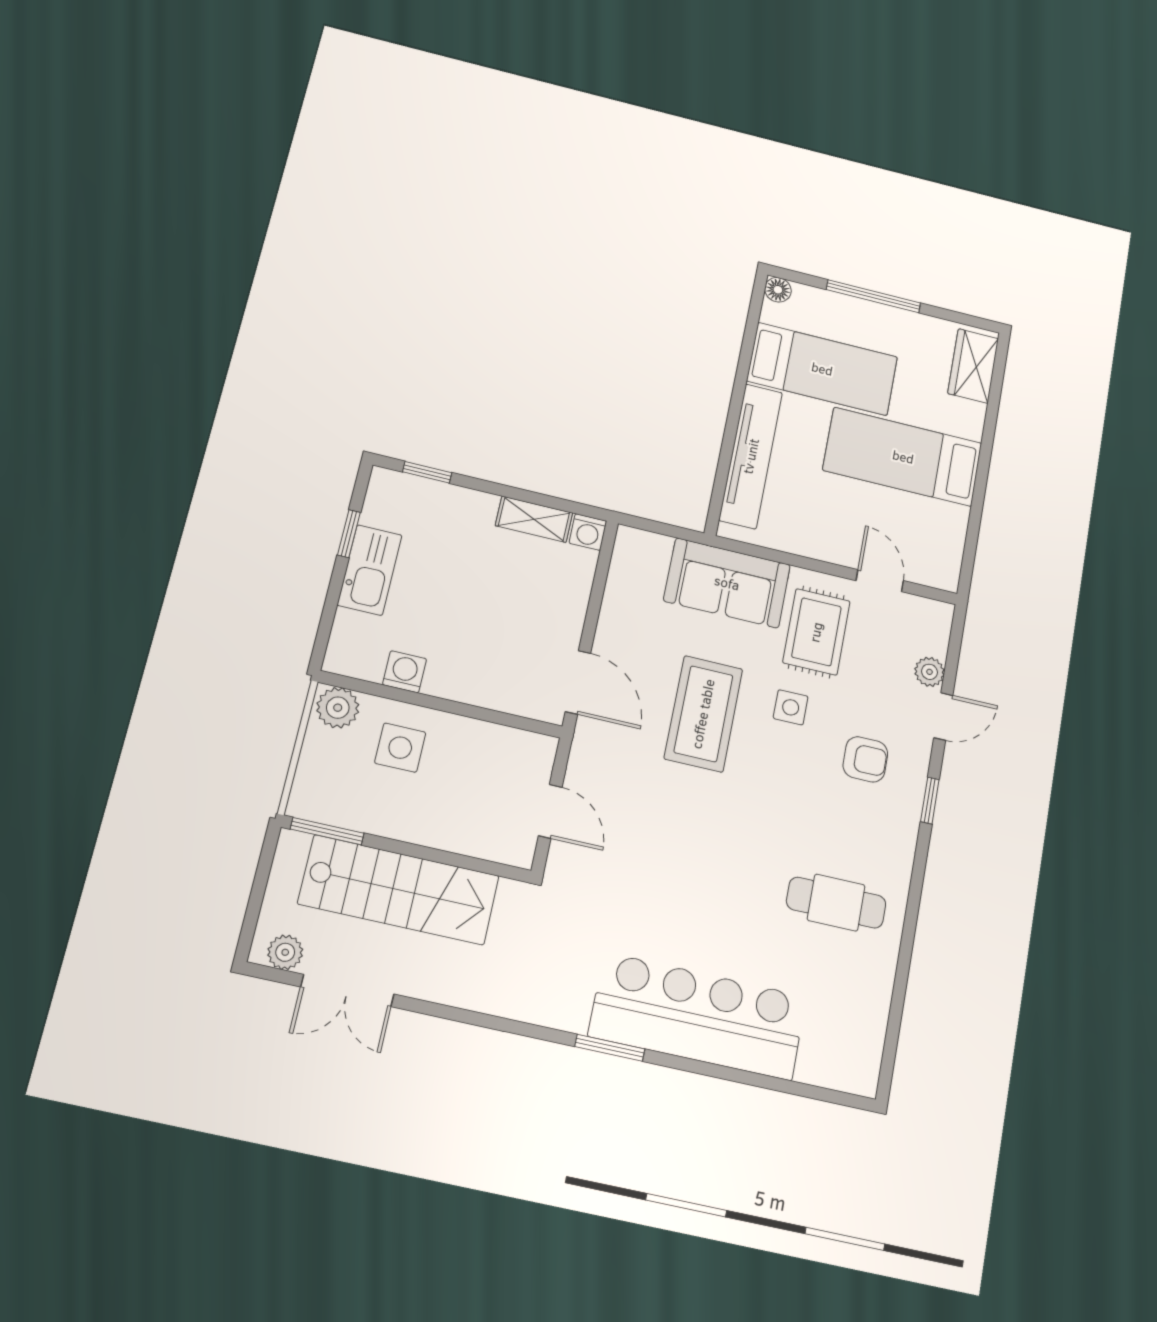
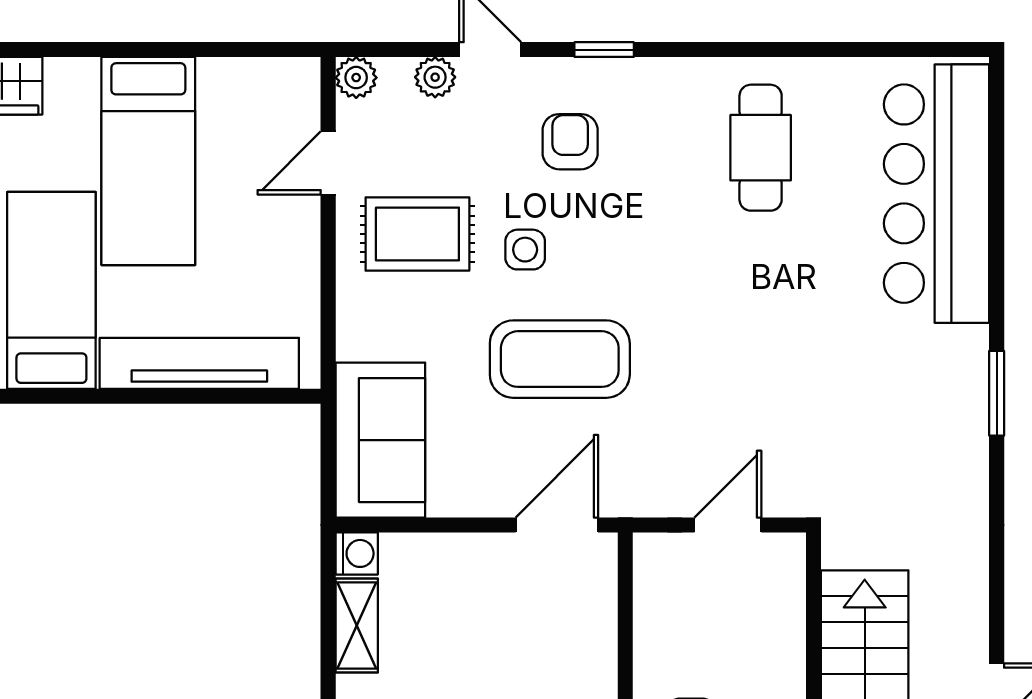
sofa: (727, 583) -> (380, 440), moved
plant: (938, 615) -> (356, 78), added
bar counter: (698, 1016) -> (937, 194), moved

